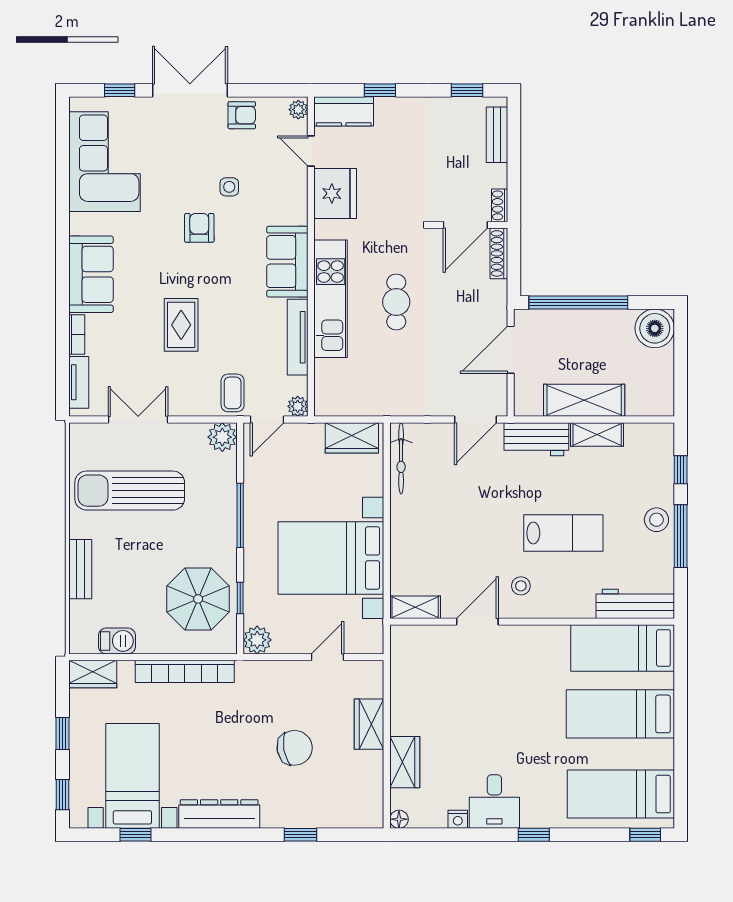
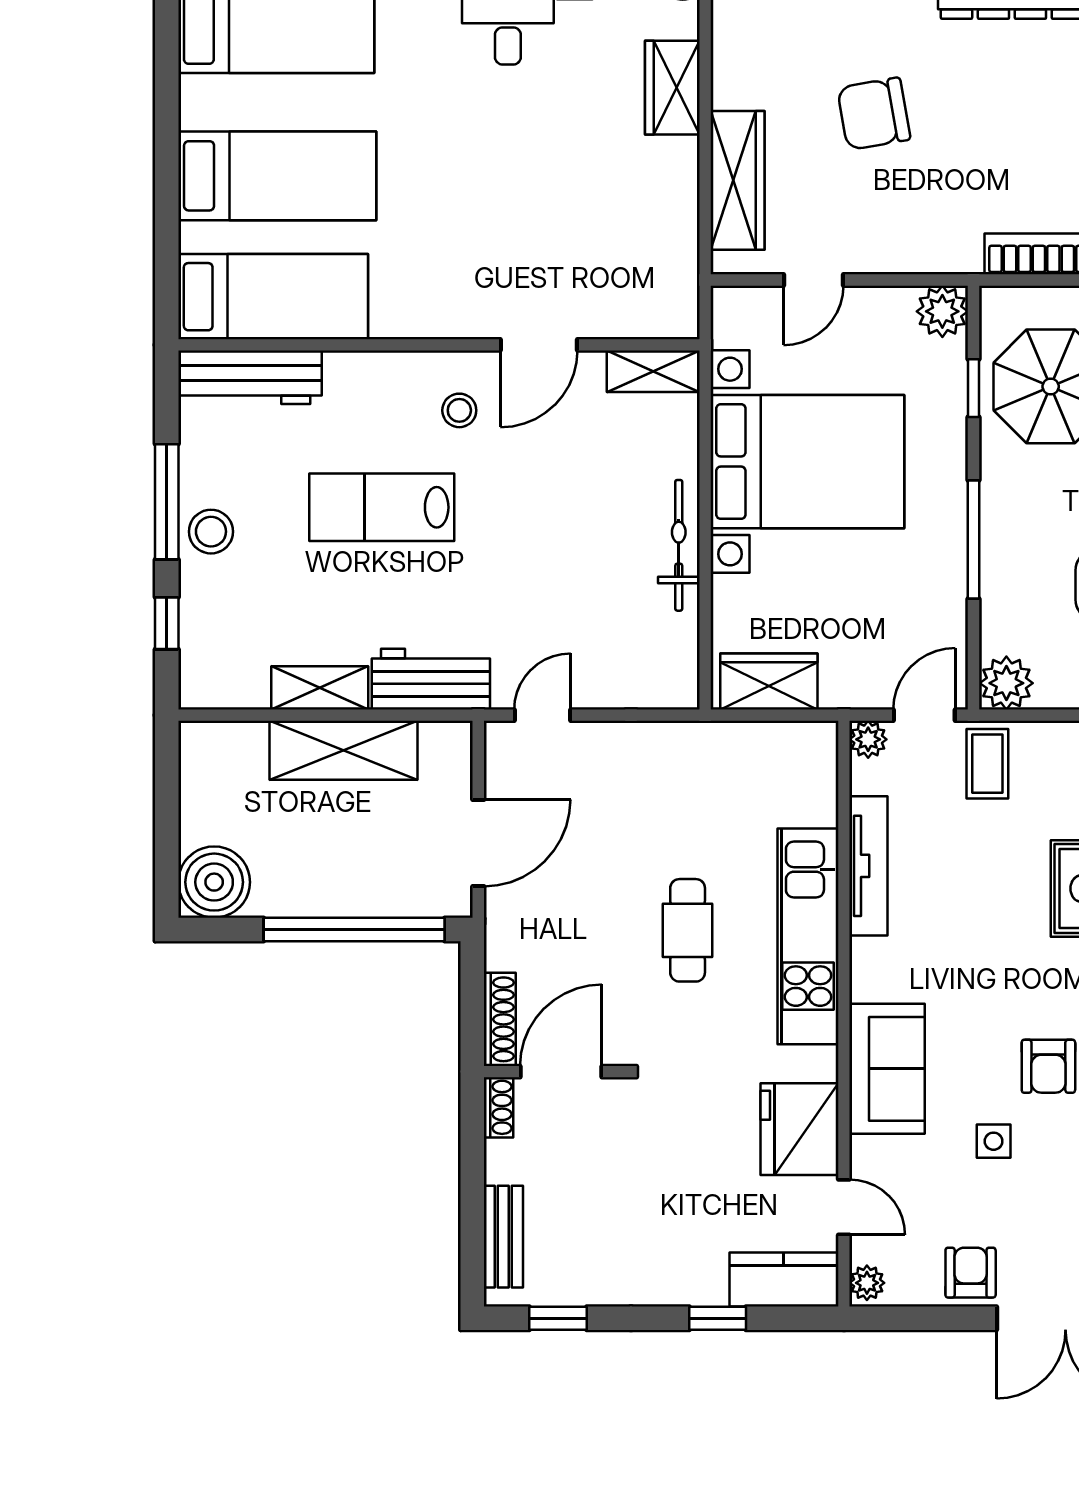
armchair: (242, 115) -> (971, 1273), turned 90
sofa: (287, 262) -> (887, 1069), moved
door: (476, 419) -> (542, 715), width x0.73
bicycle: (401, 458) -> (679, 545), moved
wardrobe: (369, 724) -> (737, 180), width x1.50

